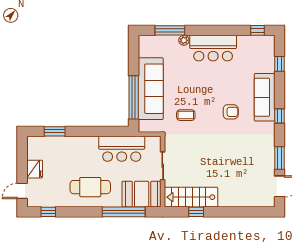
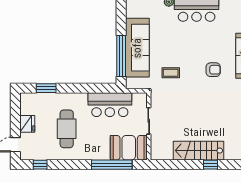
cafe table: (90, 187) -> (67, 129), moved, turned 90
stairs: (191, 197) -> (198, 151), moved
window: (196, 212) -> (211, 165), moved

